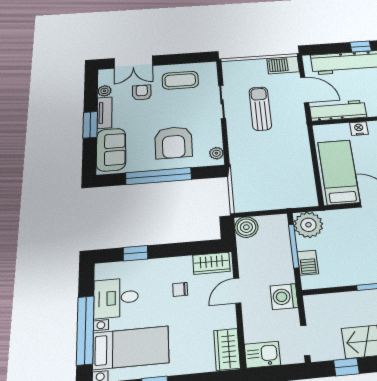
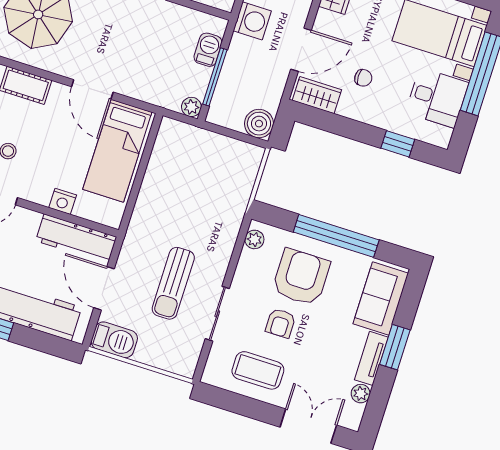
armchair: (142, 93) -> (280, 323), moved
plant: (308, 225) -> (191, 107), width x0.53, depth x0.53
door: (237, 291) -> (301, 50), width x1.38

